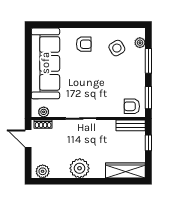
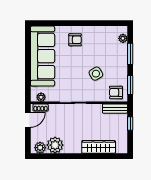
side table: (117, 48) -> (96, 74), moved
door: (28, 139) -> (28, 120), swing flipped
plant: (80, 168) -> (55, 145), moved
wardrobe: (125, 170) -> (99, 147), moved

